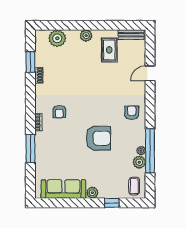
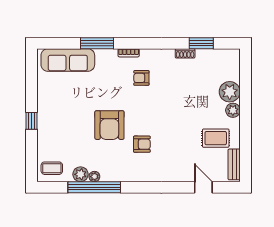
plant: (57, 38) -> (230, 92), moved
door: (150, 73) -> (203, 187), moved
armchair: (132, 113) -> (142, 144), moved
sofa: (63, 189) -> (68, 60), moved, turned 90
plant: (92, 193) -> (44, 118), removed
window: (112, 203) -> (31, 121), moved

